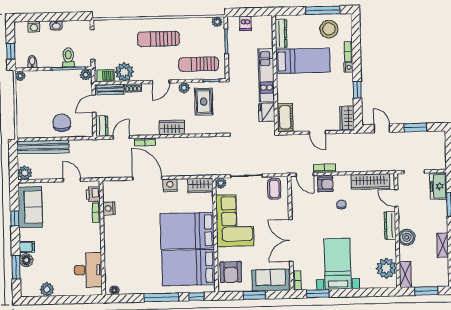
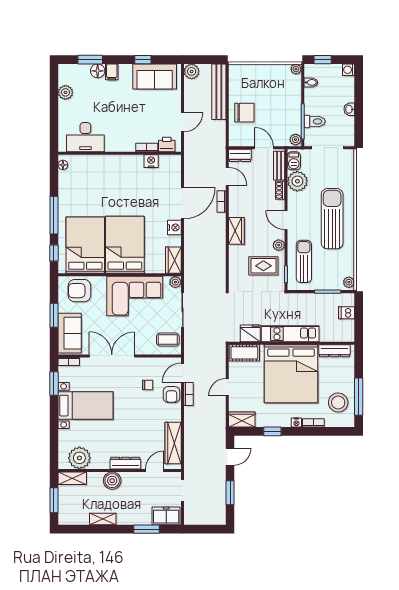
washing machine: (34, 27) -> (348, 70), moved
sun lounger: (158, 39) -> (332, 219), width x1.36, depth x1.34
bed: (303, 61) -> (291, 374), width x2.04
chair: (341, 204) -> (148, 385), moved

